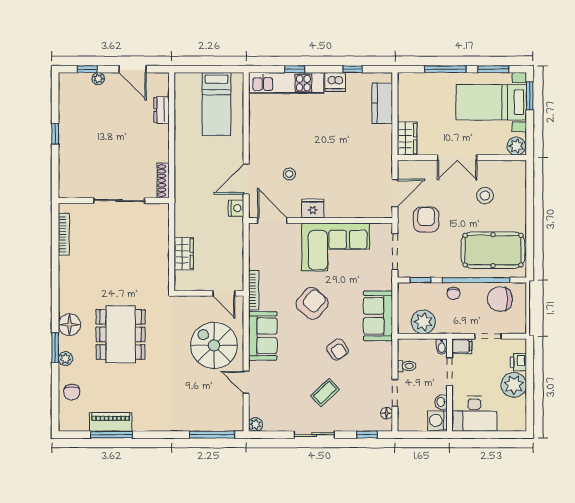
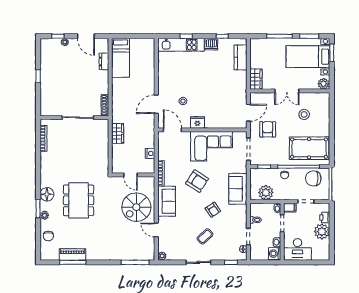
bed: (216, 104) -> (121, 58), moved
nightstand: (236, 208) -> (150, 153), moved
wardrobe: (184, 254) -> (118, 133), moved
door: (224, 293) -> (131, 175), moved
armchair: (312, 303) -> (197, 181), turned 82
spiral stairs: (214, 345) -> (136, 207), turned -90

